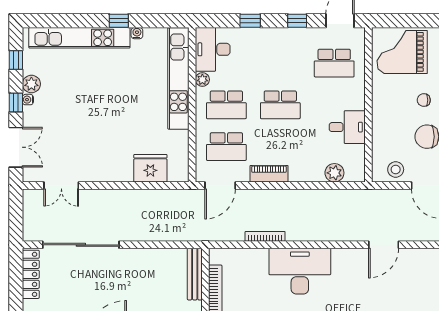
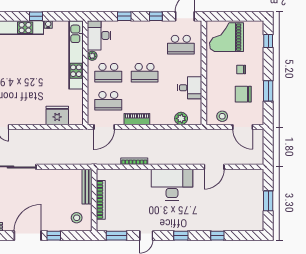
desk: (300, 271) -> (172, 185), moved

